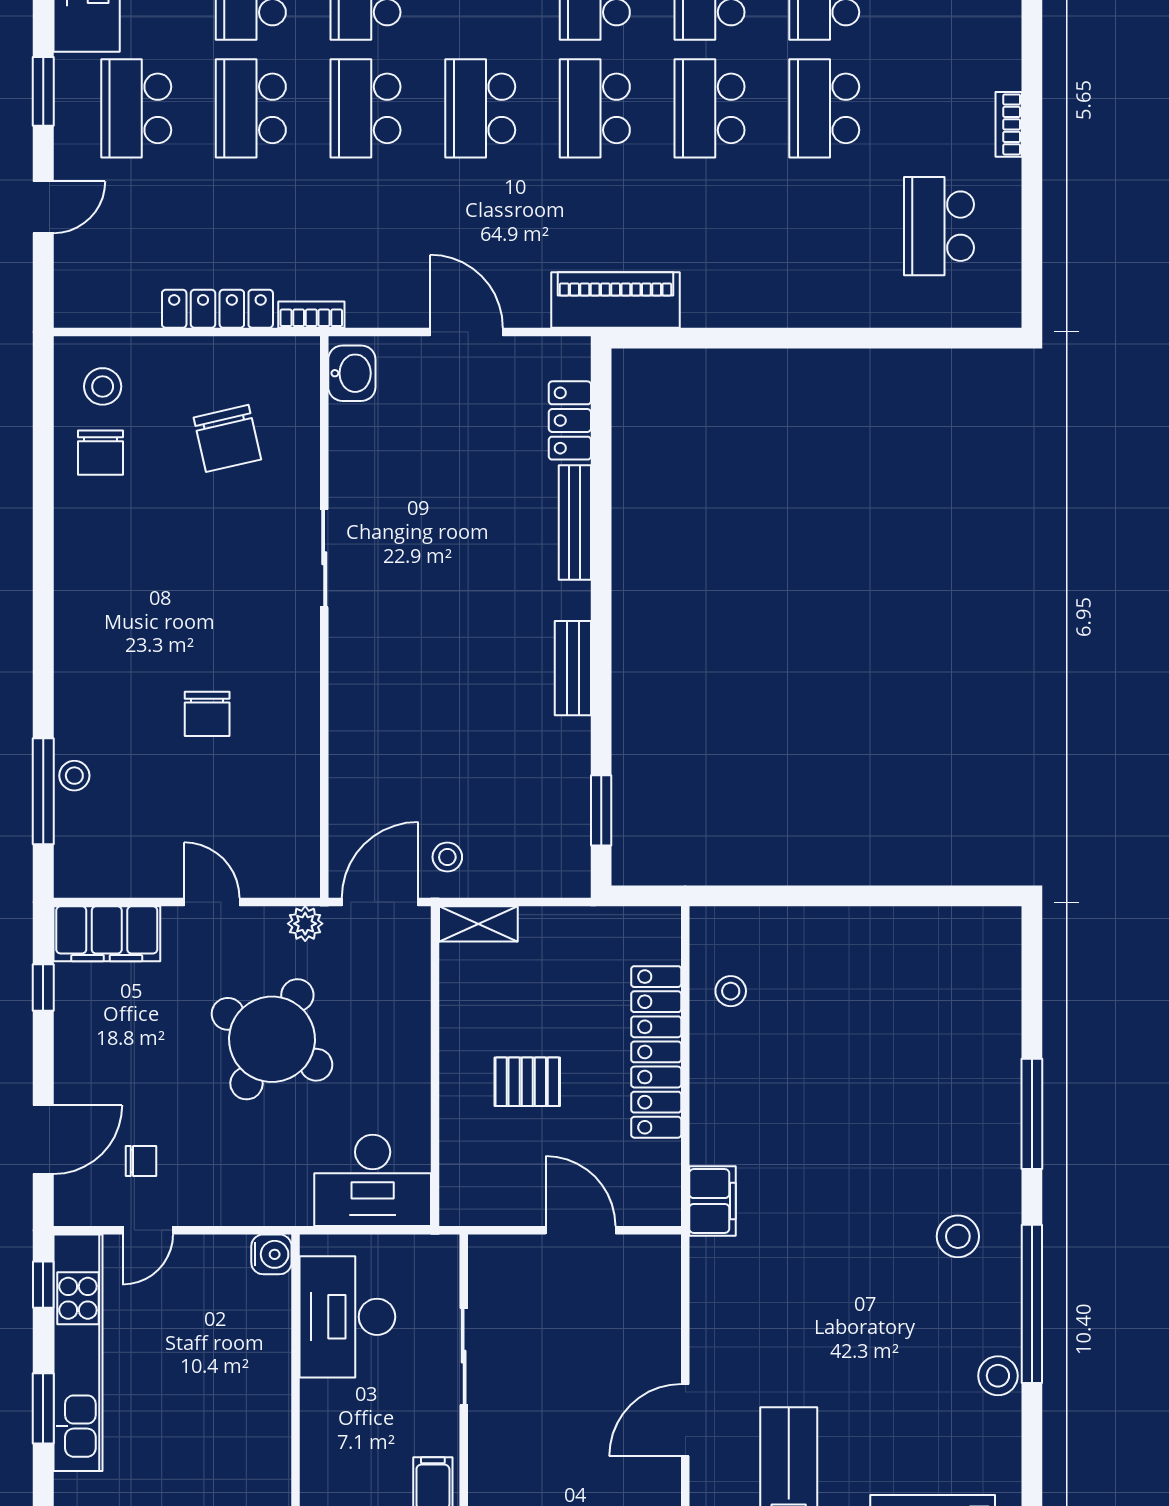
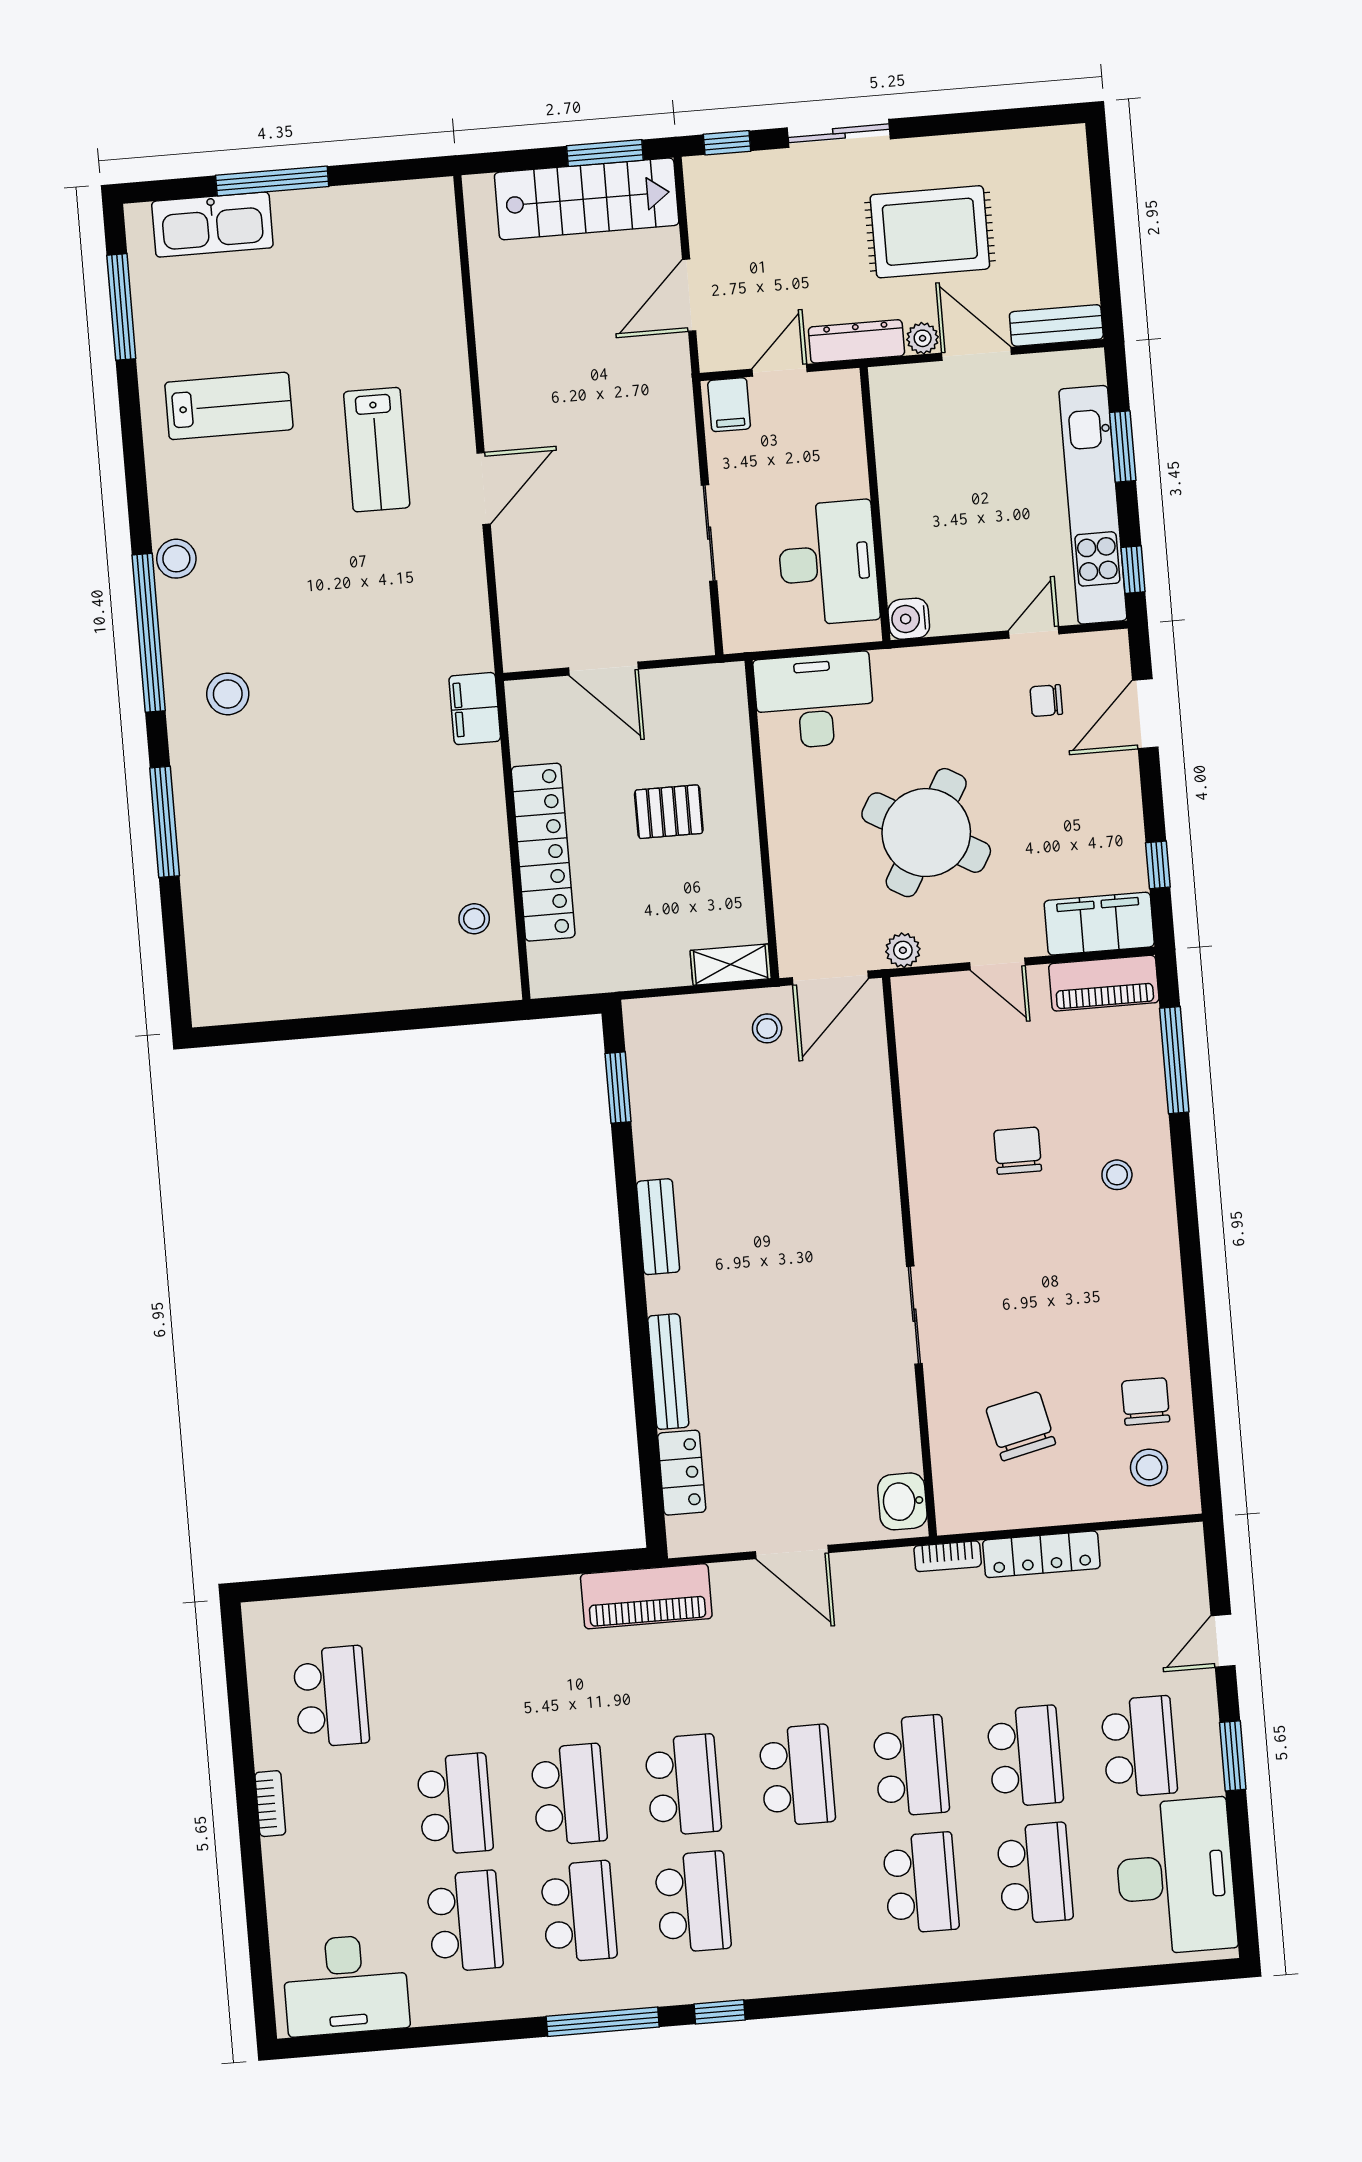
stool: (74, 776) -> (1117, 1175), moved
piano: (107, 874) -> (1104, 983), added

